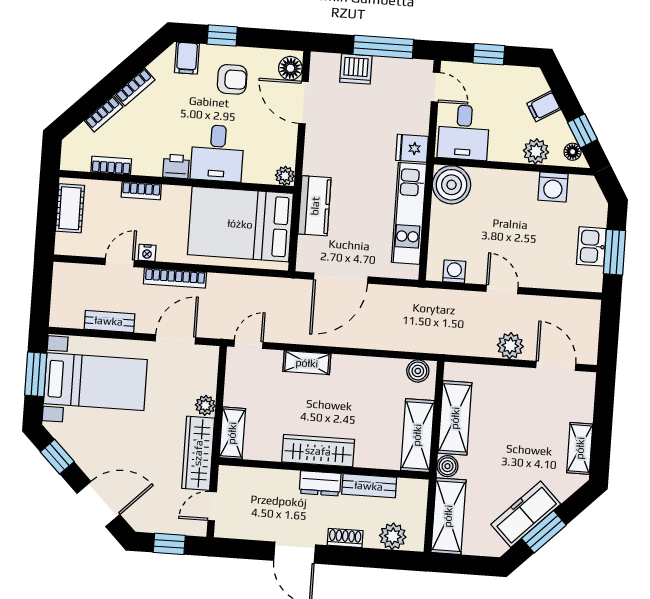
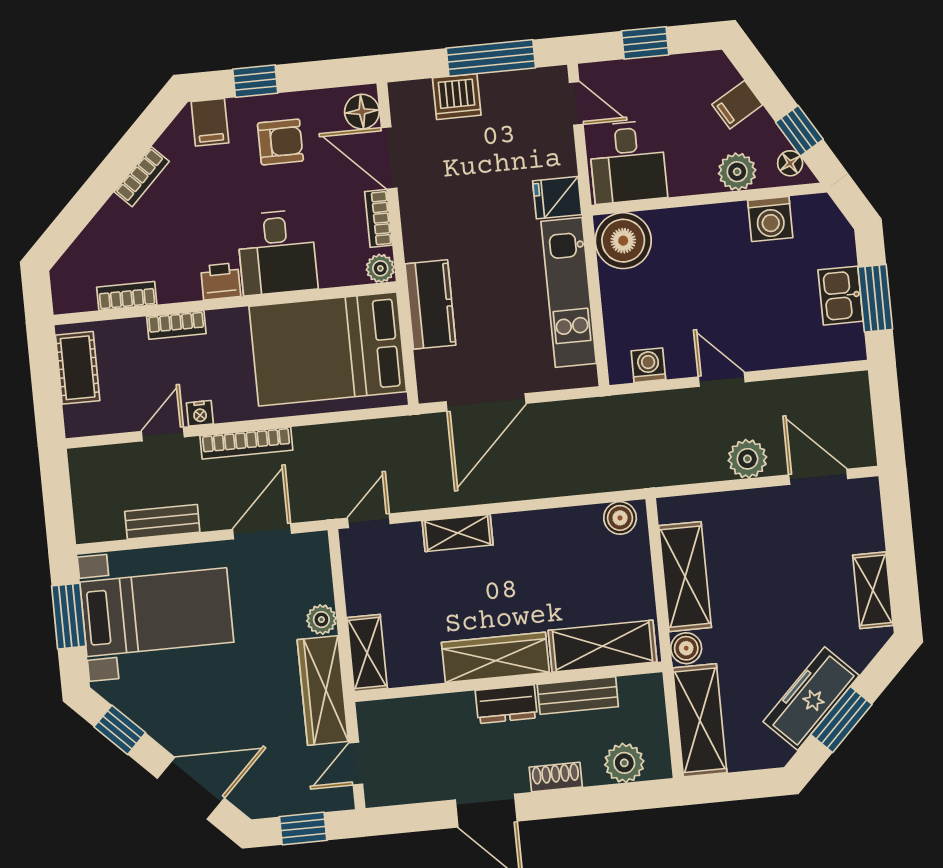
bookcase: (104, 114) -> (378, 218), moved, turned 135
shelving: (417, 435) -> (603, 646), moved, turned 90

